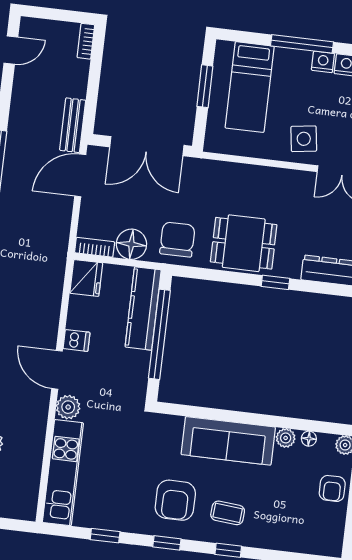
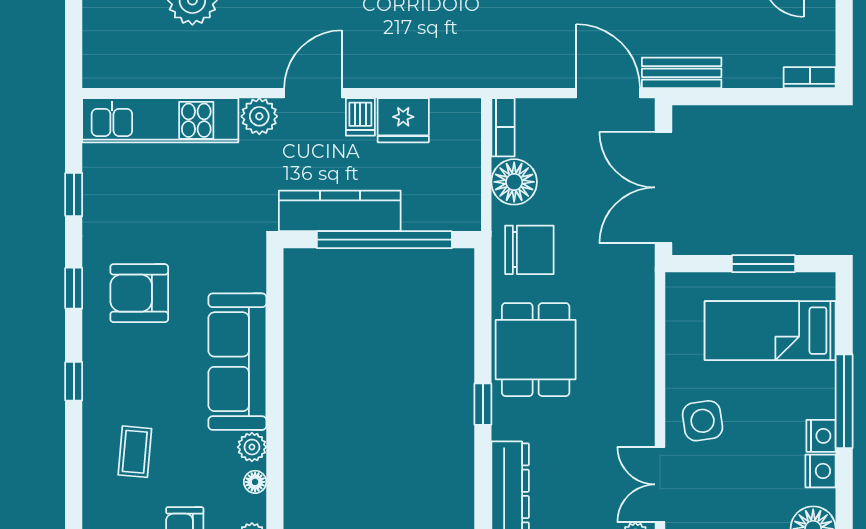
fridge: (86, 278) -> (403, 120), moved
kitchen counter: (143, 308) -> (340, 211), moved
coffee table: (228, 513) -> (135, 452), moved

